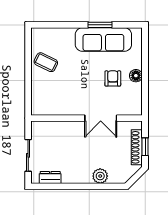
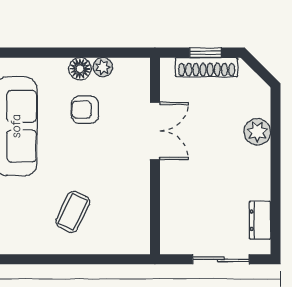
coffee table: (46, 62) -> (73, 212), moved
plant: (137, 89) -> (103, 67), added

